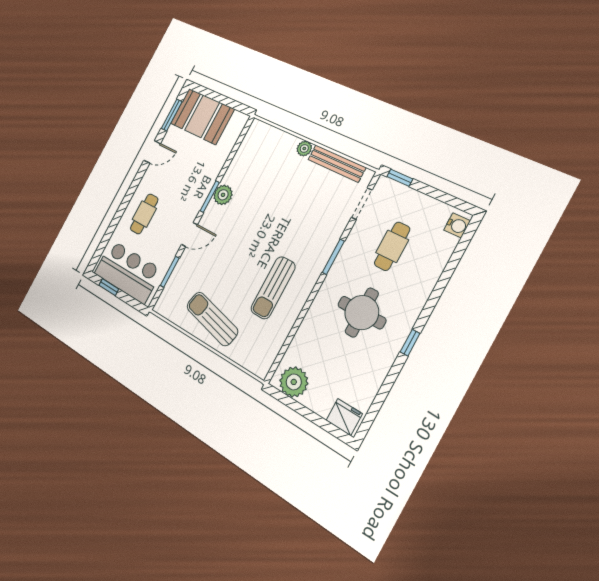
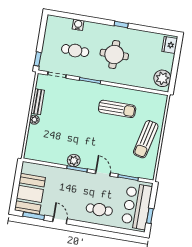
bench: (337, 163) -> (38, 102), width x0.73
water cooler: (457, 225) -> (78, 25), moved

